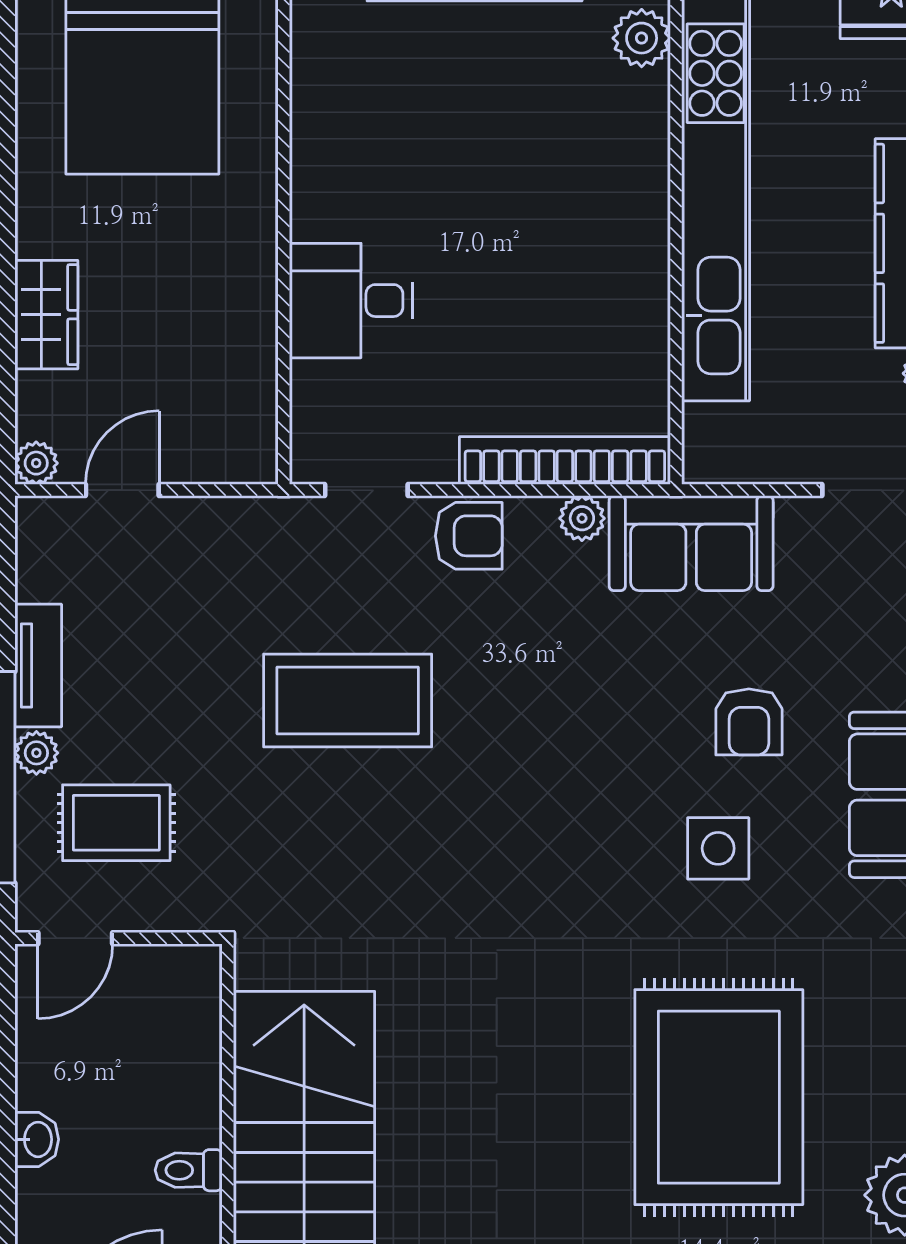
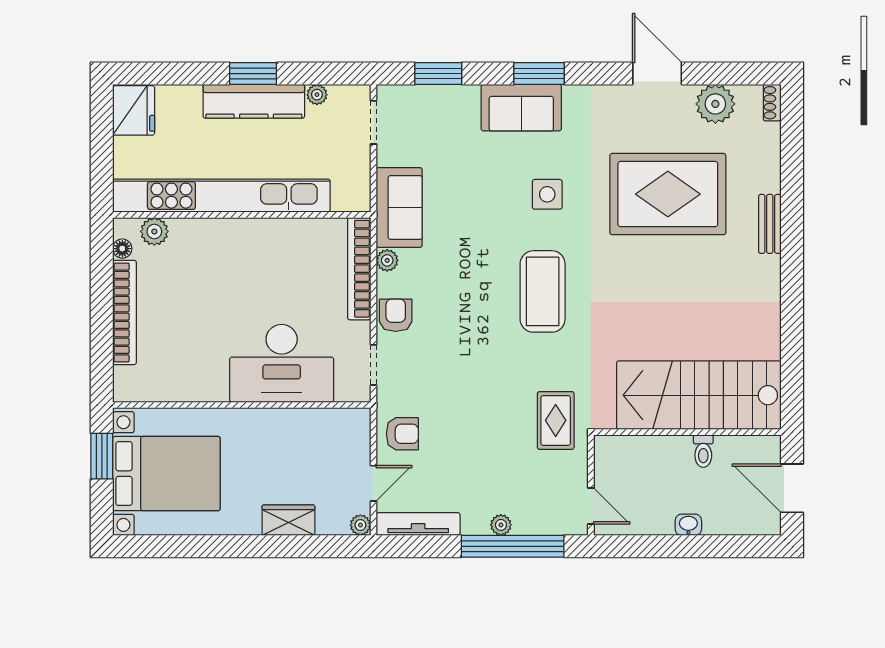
desk: (351, 301) -> (282, 363), width x1.87, depth x1.30
door: (122, 490) -> (373, 483), swing flipped
tv unit: (38, 665) -> (418, 524), moved, width x1.41
coffee table: (348, 700) -> (543, 291), moved
armchair: (749, 722) -> (402, 434), moved
rug: (116, 823) -> (556, 420), moved

